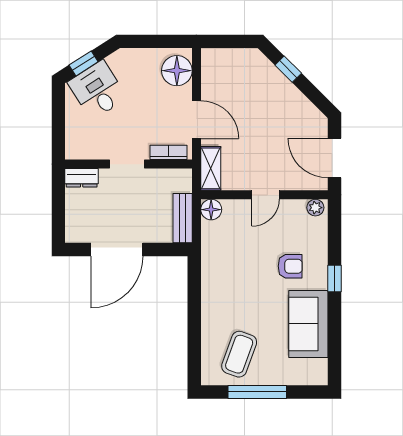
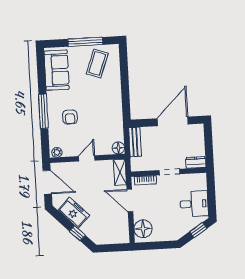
desk: (97, 90) -> (194, 204), moved, turned -57
freezer: (293, 104) -> (74, 213), added
armchair: (290, 266) -> (70, 117), turned -90
window: (334, 279) -> (43, 111), width x2.17
sofa: (308, 324) -> (57, 70), moved

